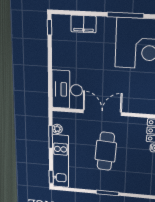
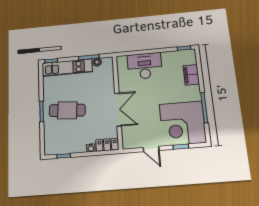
desk: (67, 90) -> (145, 66), moved
double door: (102, 113) -> (118, 109), moved
cafe table: (106, 151) -> (67, 110), moved

